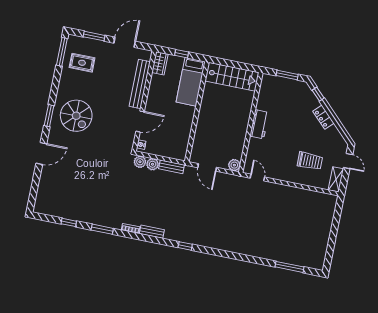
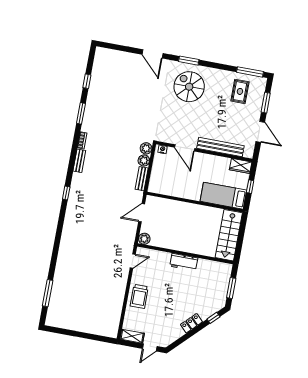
spiral stairs: (76, 116) -> (189, 87), turned 90
trolley: (310, 161) -> (139, 296), moved

